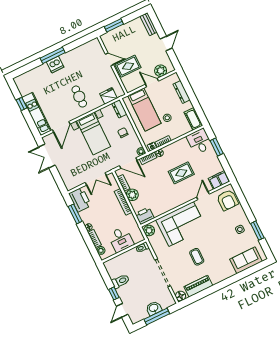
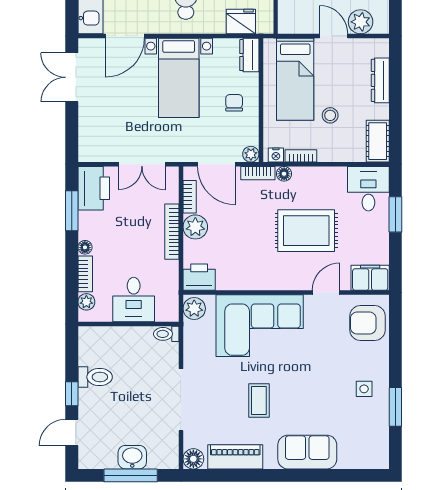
rug: (181, 173) -> (306, 231), width x1.36, depth x1.43
armchair: (227, 200) -> (367, 323), turned 90
sofa: (246, 260) -> (307, 452), moved

